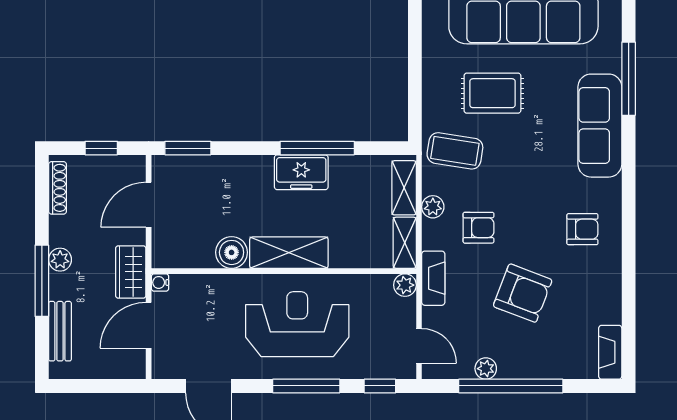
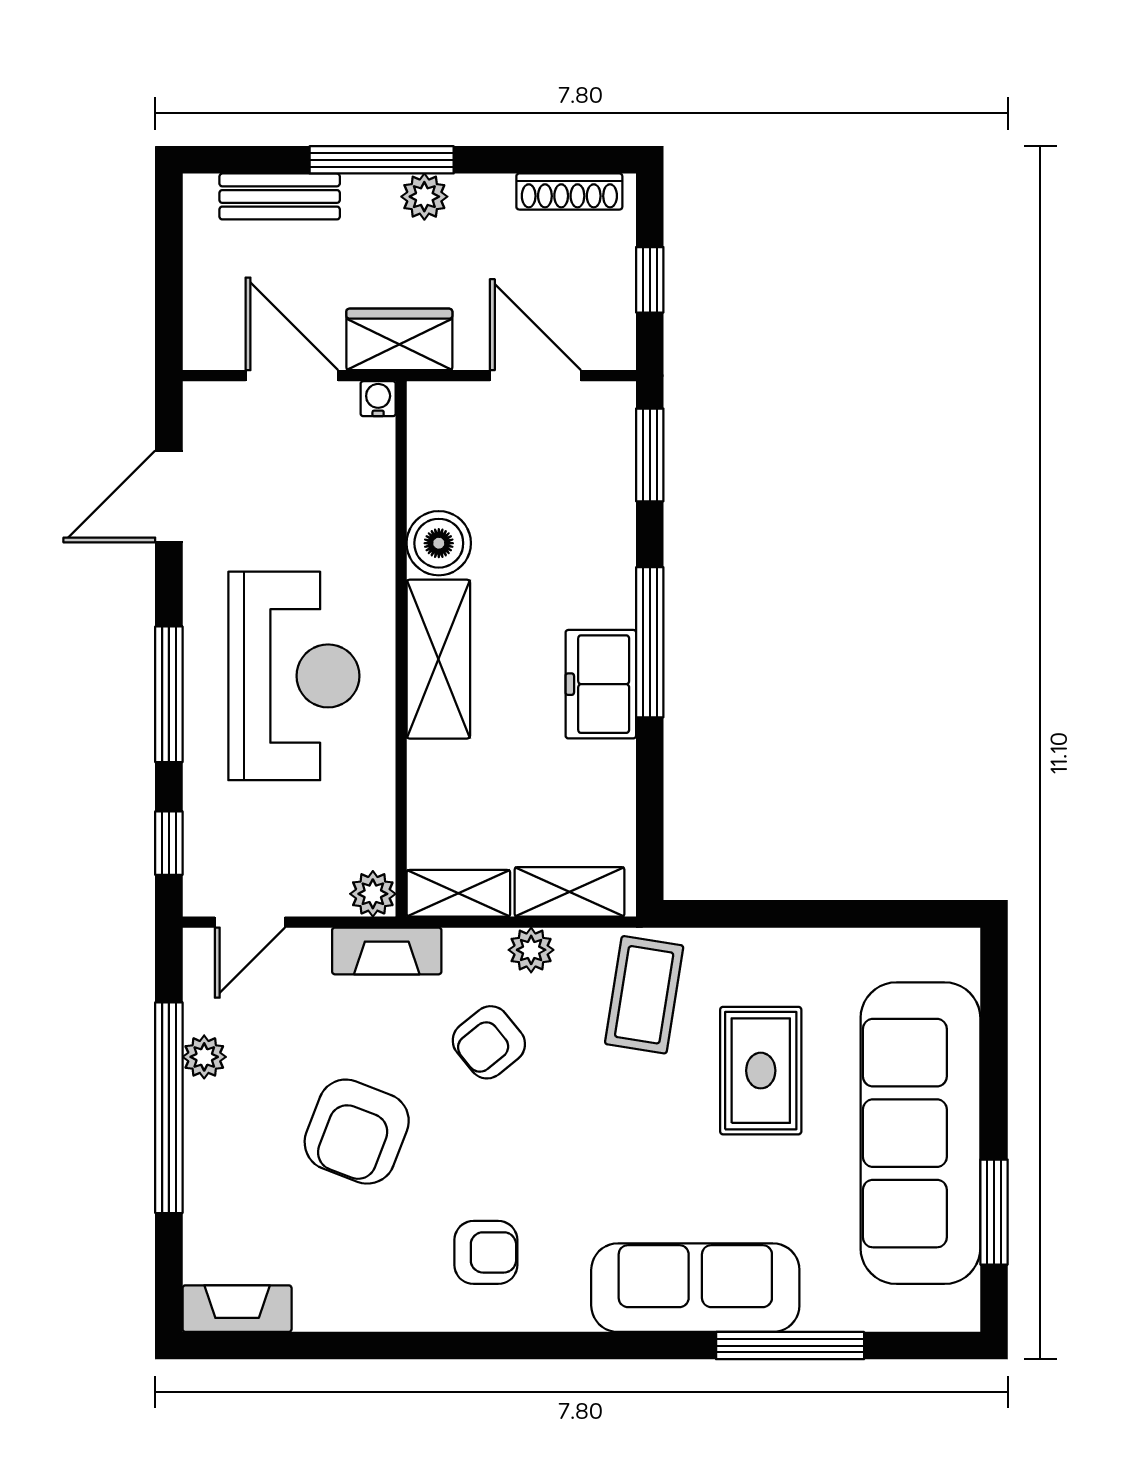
window: (317, 148) -> (650, 642), moved
armchair: (478, 228) -> (489, 1042), turned 51
armchair: (582, 229) -> (486, 1252), turned -90

